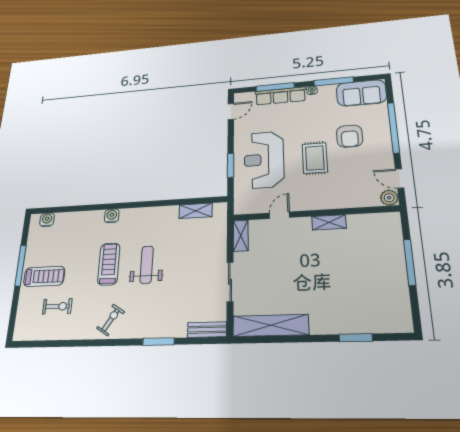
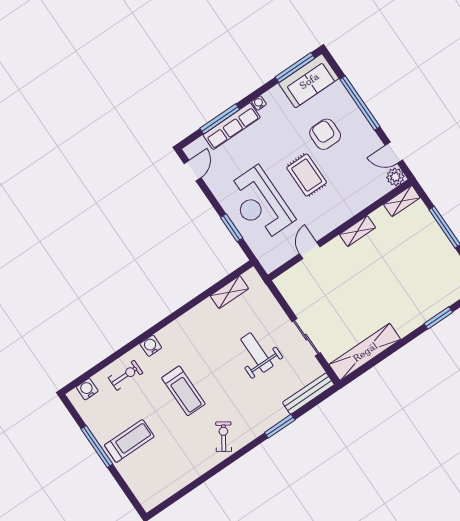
window: (334, 81) -> (295, 68), moved
armchair: (350, 136) -> (325, 134), turned 180
shelving: (241, 236) -> (402, 201), moved, turned 90
treadmill: (109, 264) -> (183, 391), turned 180
weight bench: (147, 265) -> (257, 352), moved
exercise bike: (57, 306) -> (126, 375), moved
bench: (207, 330) -> (308, 394), width x1.36

